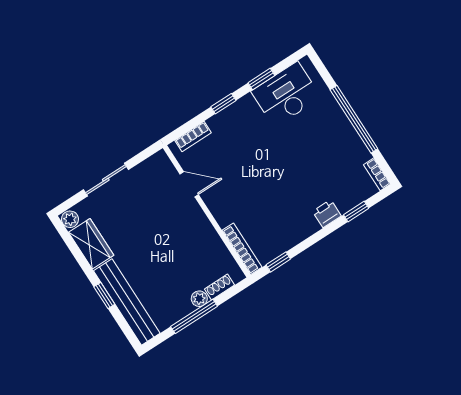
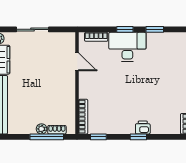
desk: (286, 94) -> (127, 47), moved
window: (356, 212) -> (138, 137), moved
window: (194, 316) -> (47, 137), moved

